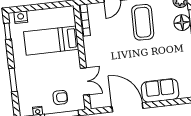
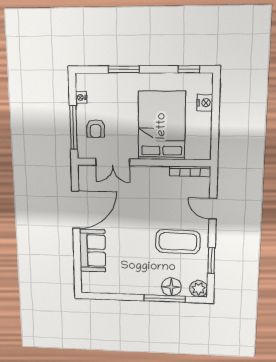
nightstand: (21, 17) -> (205, 103), moved
bed: (51, 41) -> (162, 126), width x1.50

